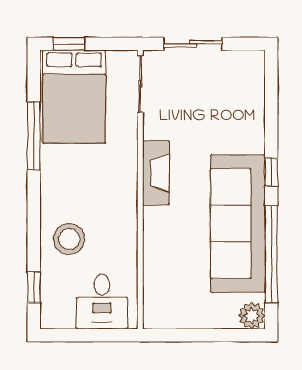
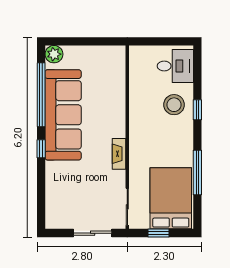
window: (69, 44) -> (159, 233), moved
fireplace: (156, 173) -> (119, 154), width x0.73, depth x0.76
window: (34, 287) -> (197, 110), moved
desk: (102, 302) -> (175, 66), moved, turned 90

